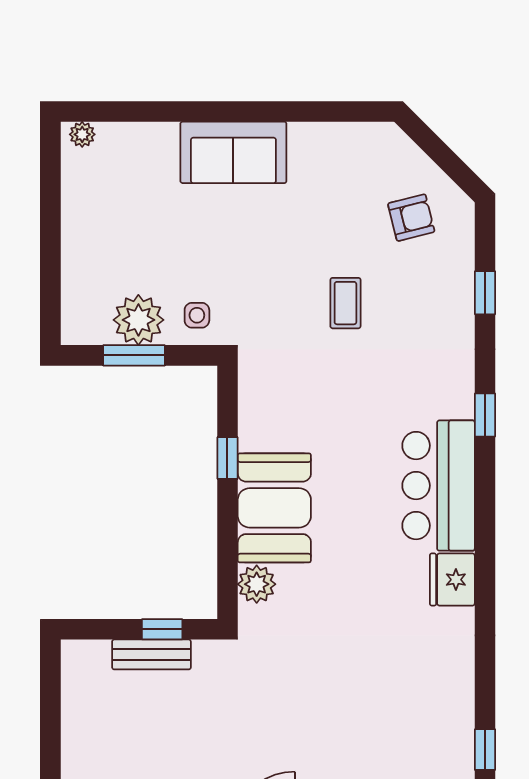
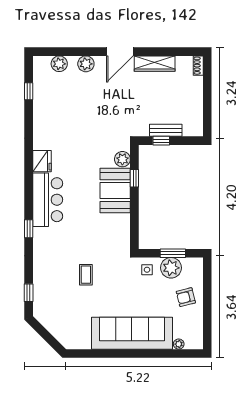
plant: (82, 134) -> (179, 344), moved
sofa: (233, 152) -> (132, 333), width x1.85, depth x1.27
armchair: (411, 218) -> (186, 297), moved
window: (485, 293) -> (29, 293), moved
window: (227, 458) -> (134, 178), moved

